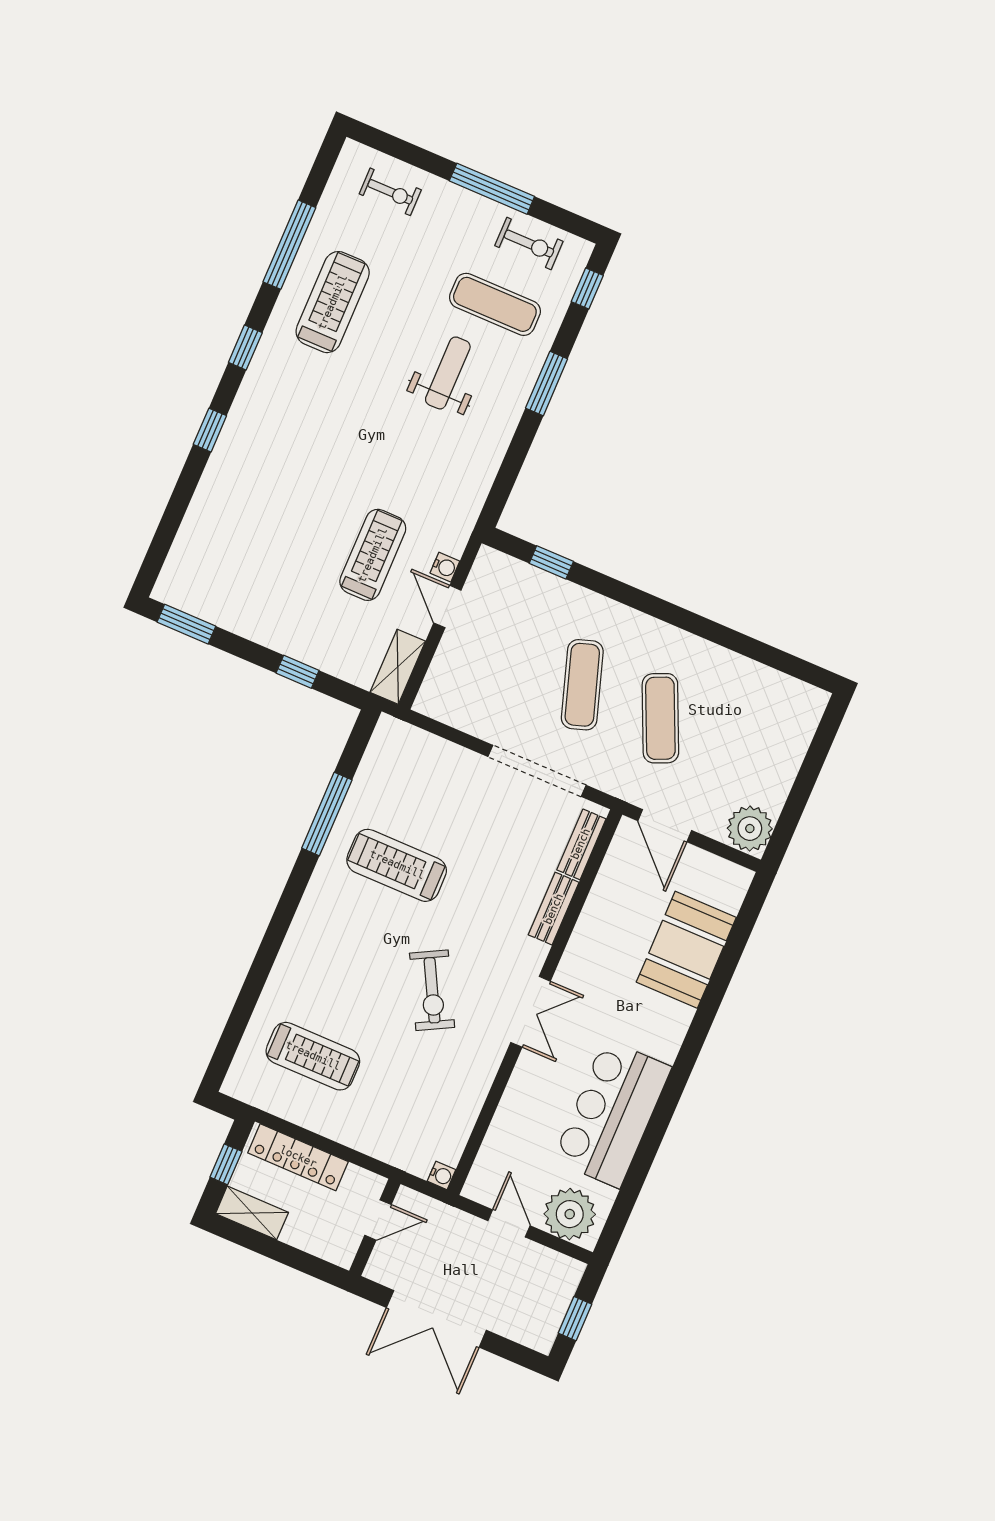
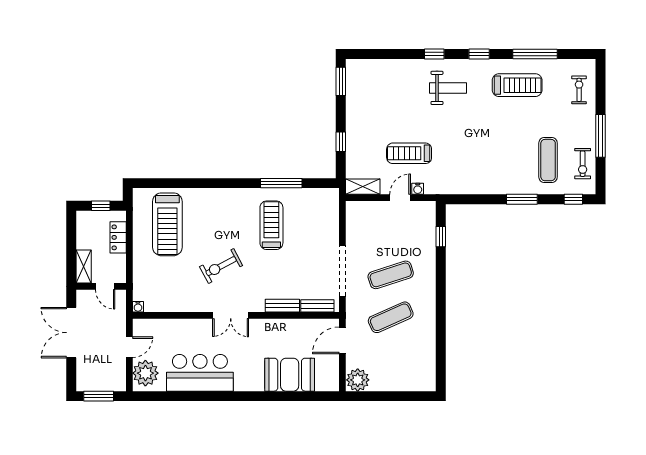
exercise bike: (390, 192) -> (579, 90), turned 180
weight bench: (448, 373) -> (448, 88), moved
treadmill: (373, 555) -> (409, 153), turned 180
treadmill: (313, 1056) -> (167, 224), width x1.37, depth x1.38
locker: (298, 1157) -> (118, 237), width x0.66
shelving: (252, 1213) -> (84, 267), moved
window: (575, 1319) -> (99, 396), width x1.50

